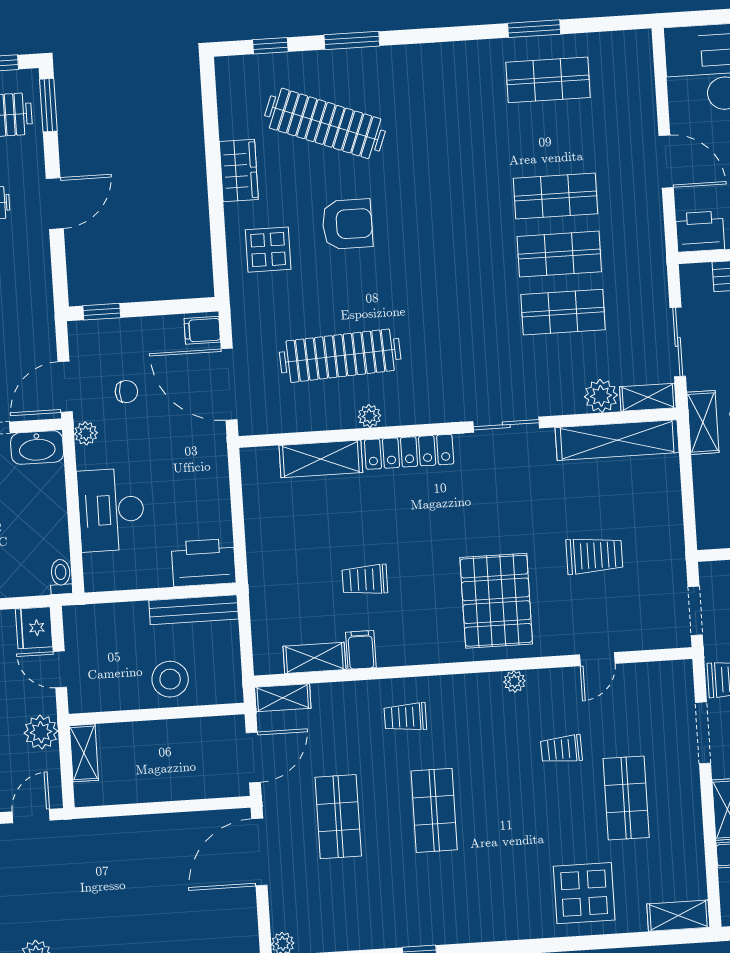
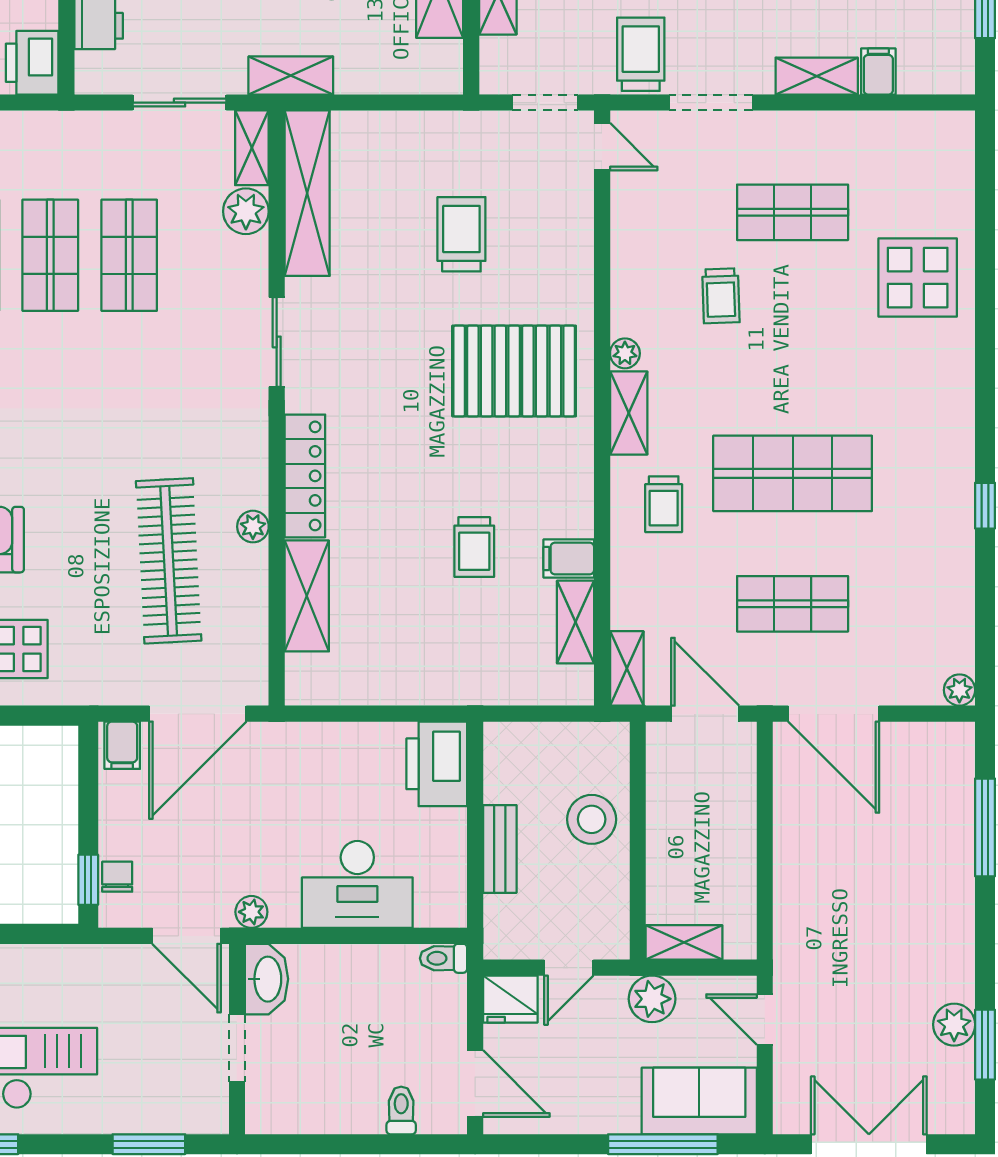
chair: (126, 392) -> (117, 877), moved
bench: (194, 610) -> (500, 849), moved, width x0.73
door: (597, 659) -> (602, 147), moved
shop shelf: (434, 810) -> (793, 473), width x1.43, depth x1.36
shelving: (678, 916) -> (629, 413), moved

